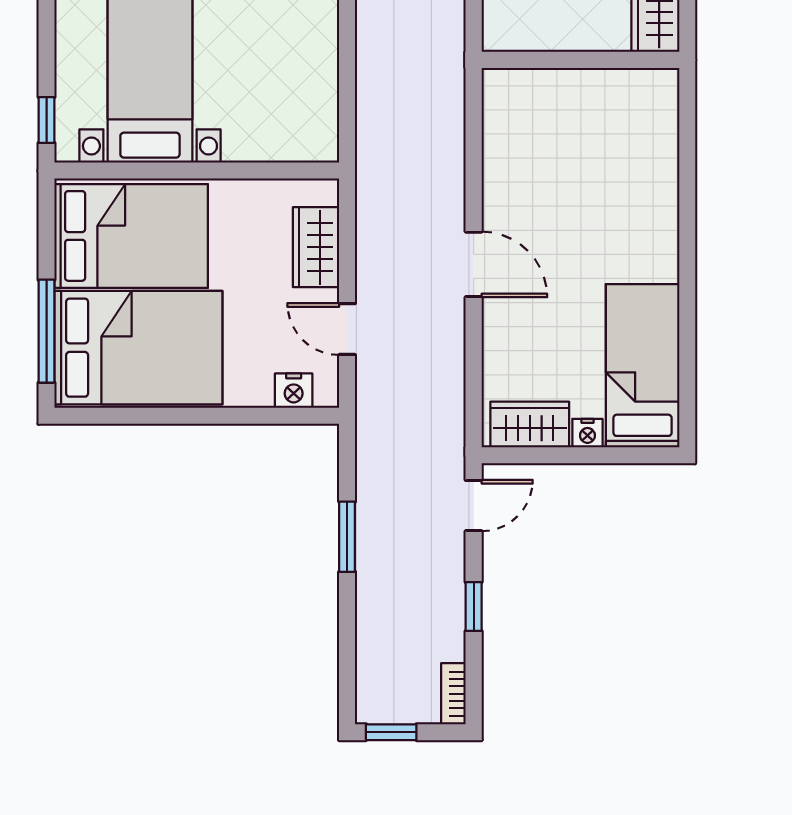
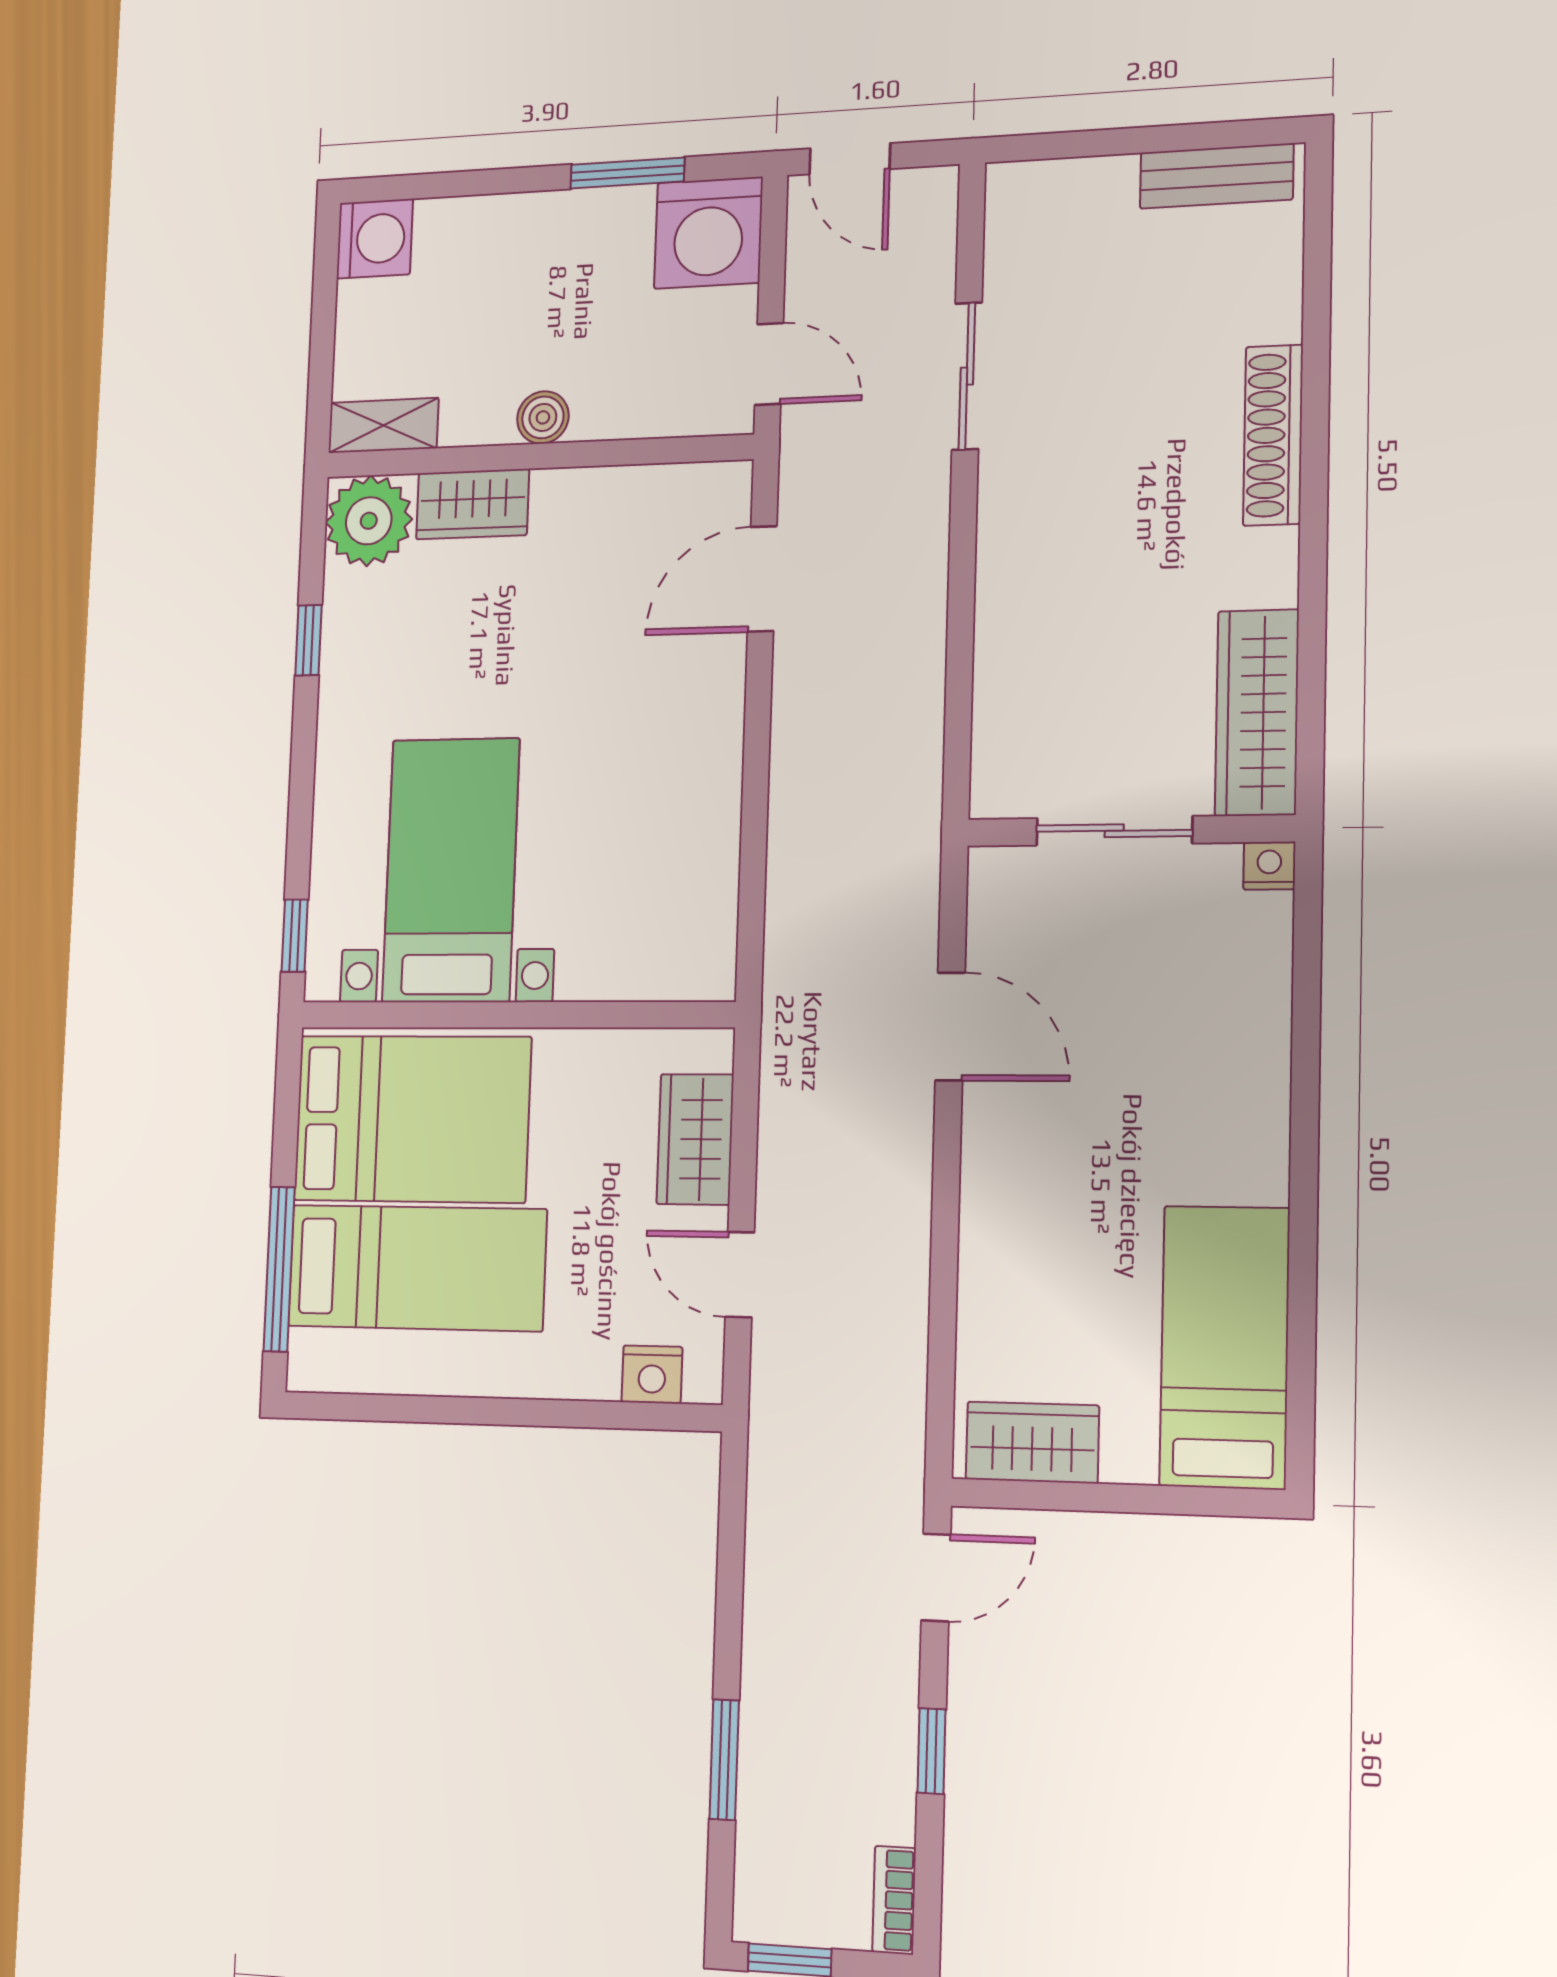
sliding door: (571, 60) -> (1114, 831), added
door: (474, 264) -> (950, 1026), moved
bed: (138, 348) -> (417, 1268), width x0.67
nightstand: (587, 433) -> (1269, 866), moved, turned 180
window: (347, 537) -> (724, 1760), moved

